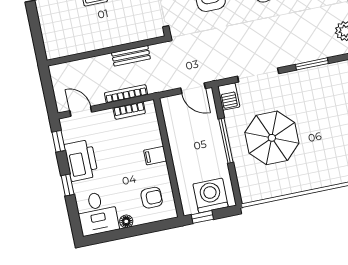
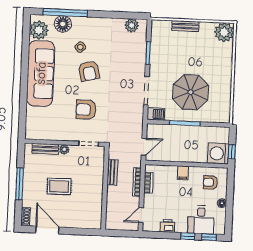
door: (193, 88) -> (144, 147), moved
window: (59, 141) -> (209, 237), moved
printer: (81, 160) -> (167, 226), width x0.53, depth x0.68
washing machine: (211, 195) -> (218, 153), moved
armchair: (152, 198) -> (210, 182), turned -90
desk: (97, 213) -> (201, 220), moved, turned 90

